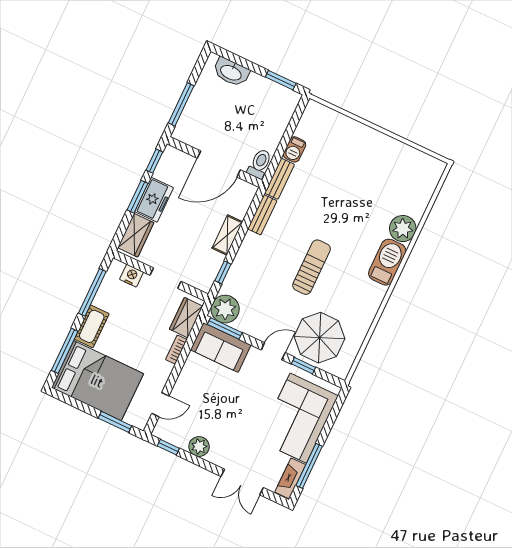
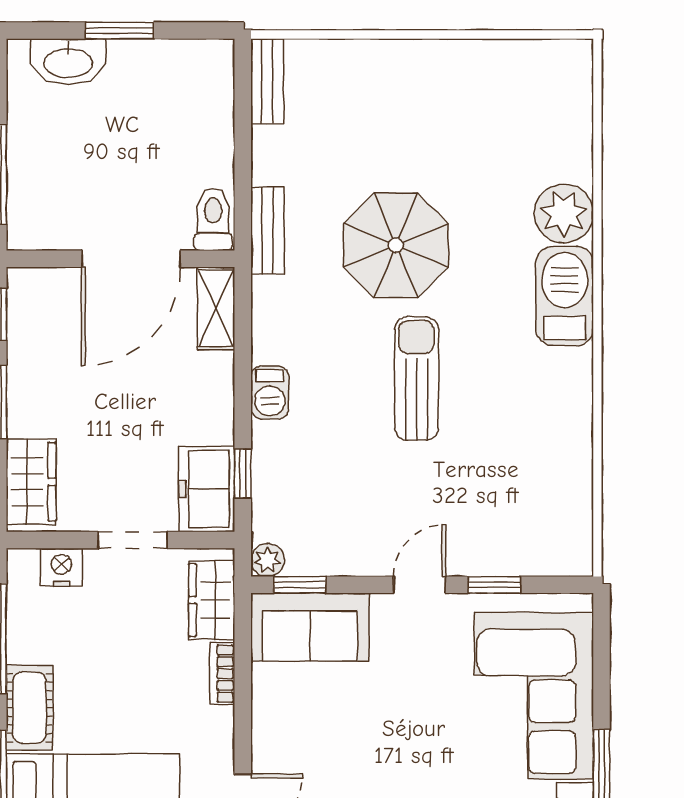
window: (281, 80) -> (120, 30), moved
barbecue: (294, 149) -> (270, 392), moved
freezer: (154, 200) -> (207, 489), moved, turned 180
bench: (262, 215) -> (267, 81), moved
shelving: (227, 235) -> (216, 308), moved
plant: (225, 309) -> (268, 560), width x0.53, depth x0.53
window: (225, 328) -> (300, 585), width x0.67
parasol: (319, 338) -> (396, 245), moved

